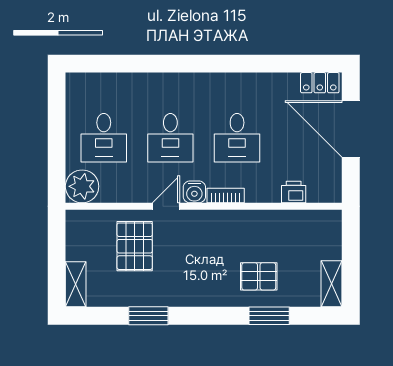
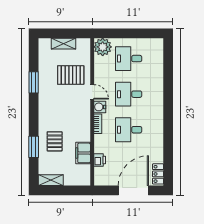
filing cabinet: (281, 223) -> (83, 153), added
shelving: (76, 284) -> (64, 44), moved

